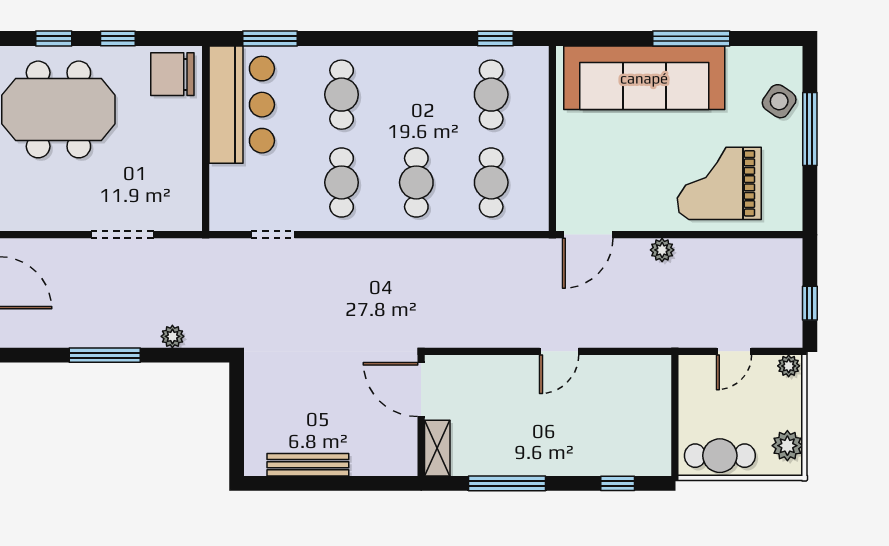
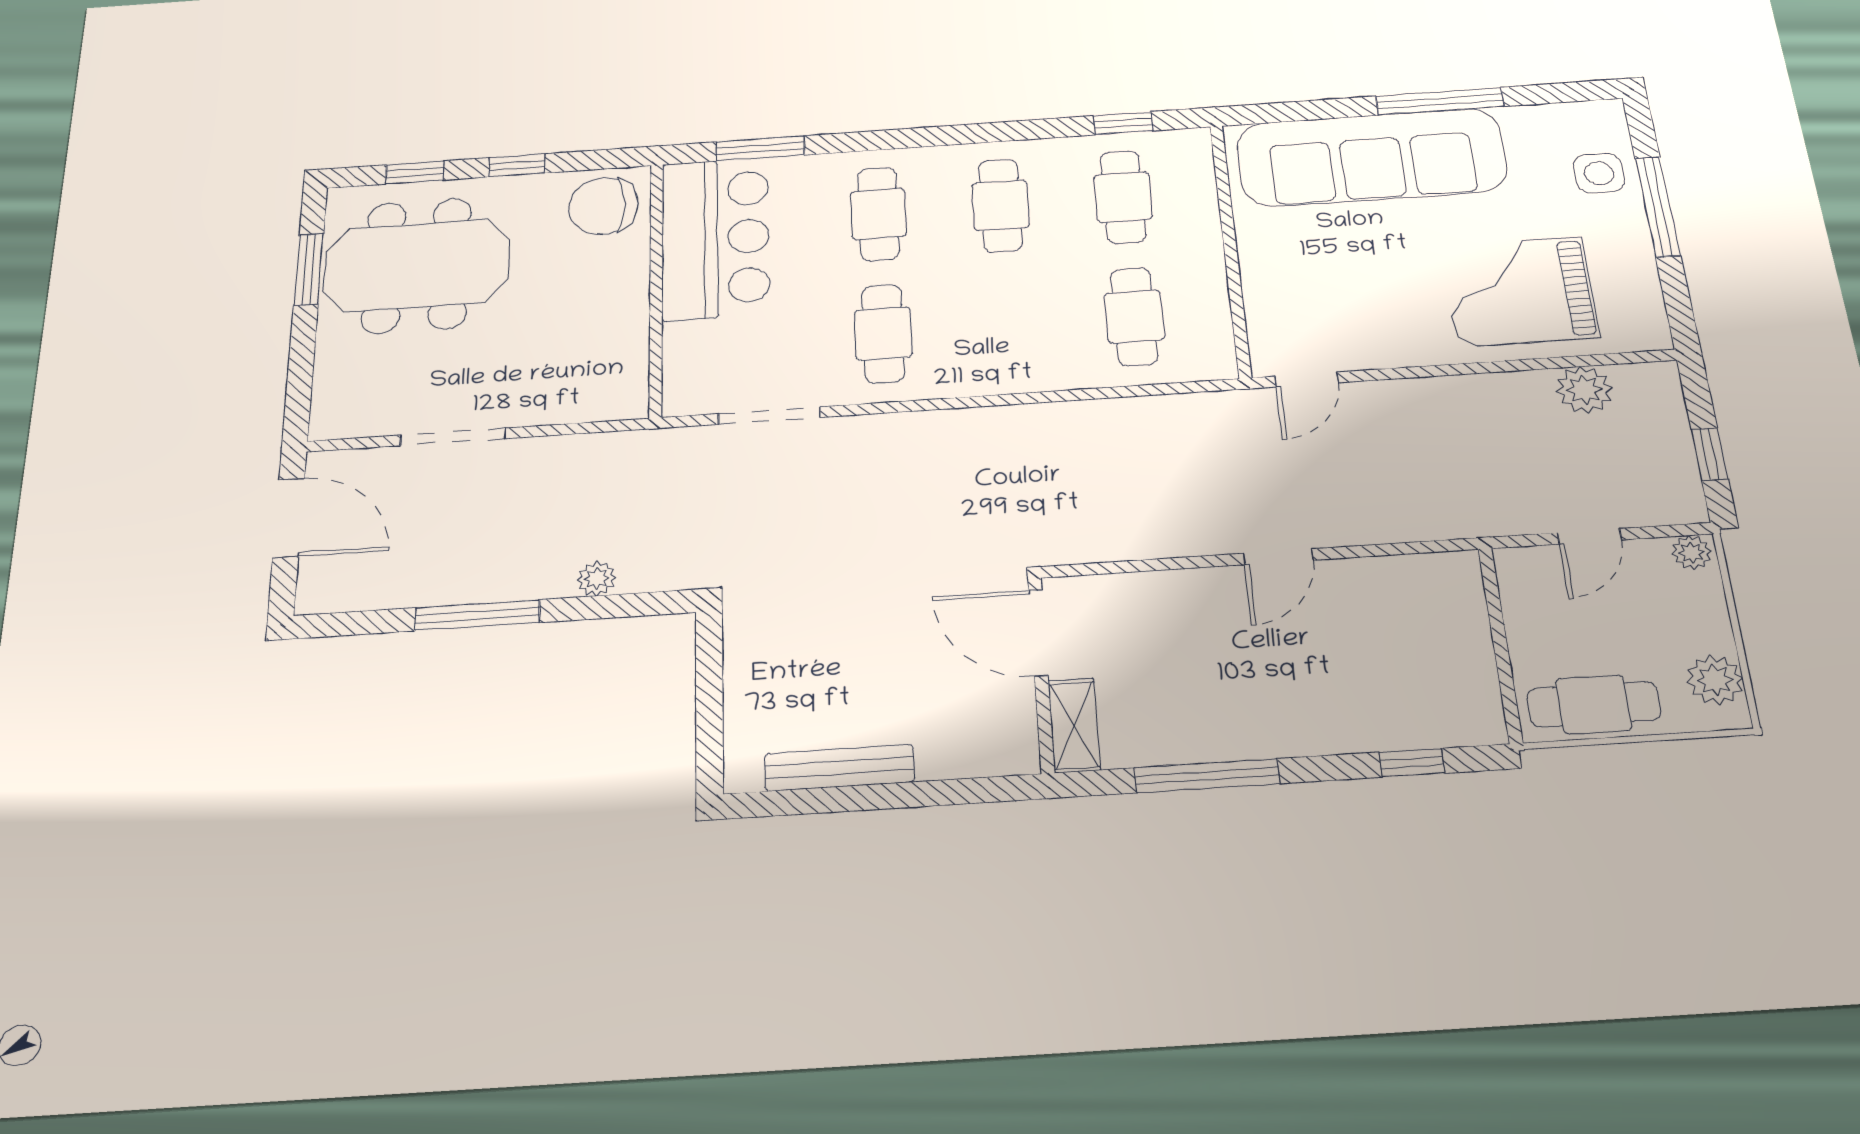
side table: (779, 101) -> (1599, 173), turned -35
cafe table: (416, 182) -> (1001, 205), moved
doorway: (122, 235) -> (453, 437), moved
doorway: (273, 235) -> (769, 416), width x1.38
door: (588, 235) -> (1307, 380), width x0.73
plant: (662, 250) -> (1584, 390), moved, width x1.38, depth x1.38

